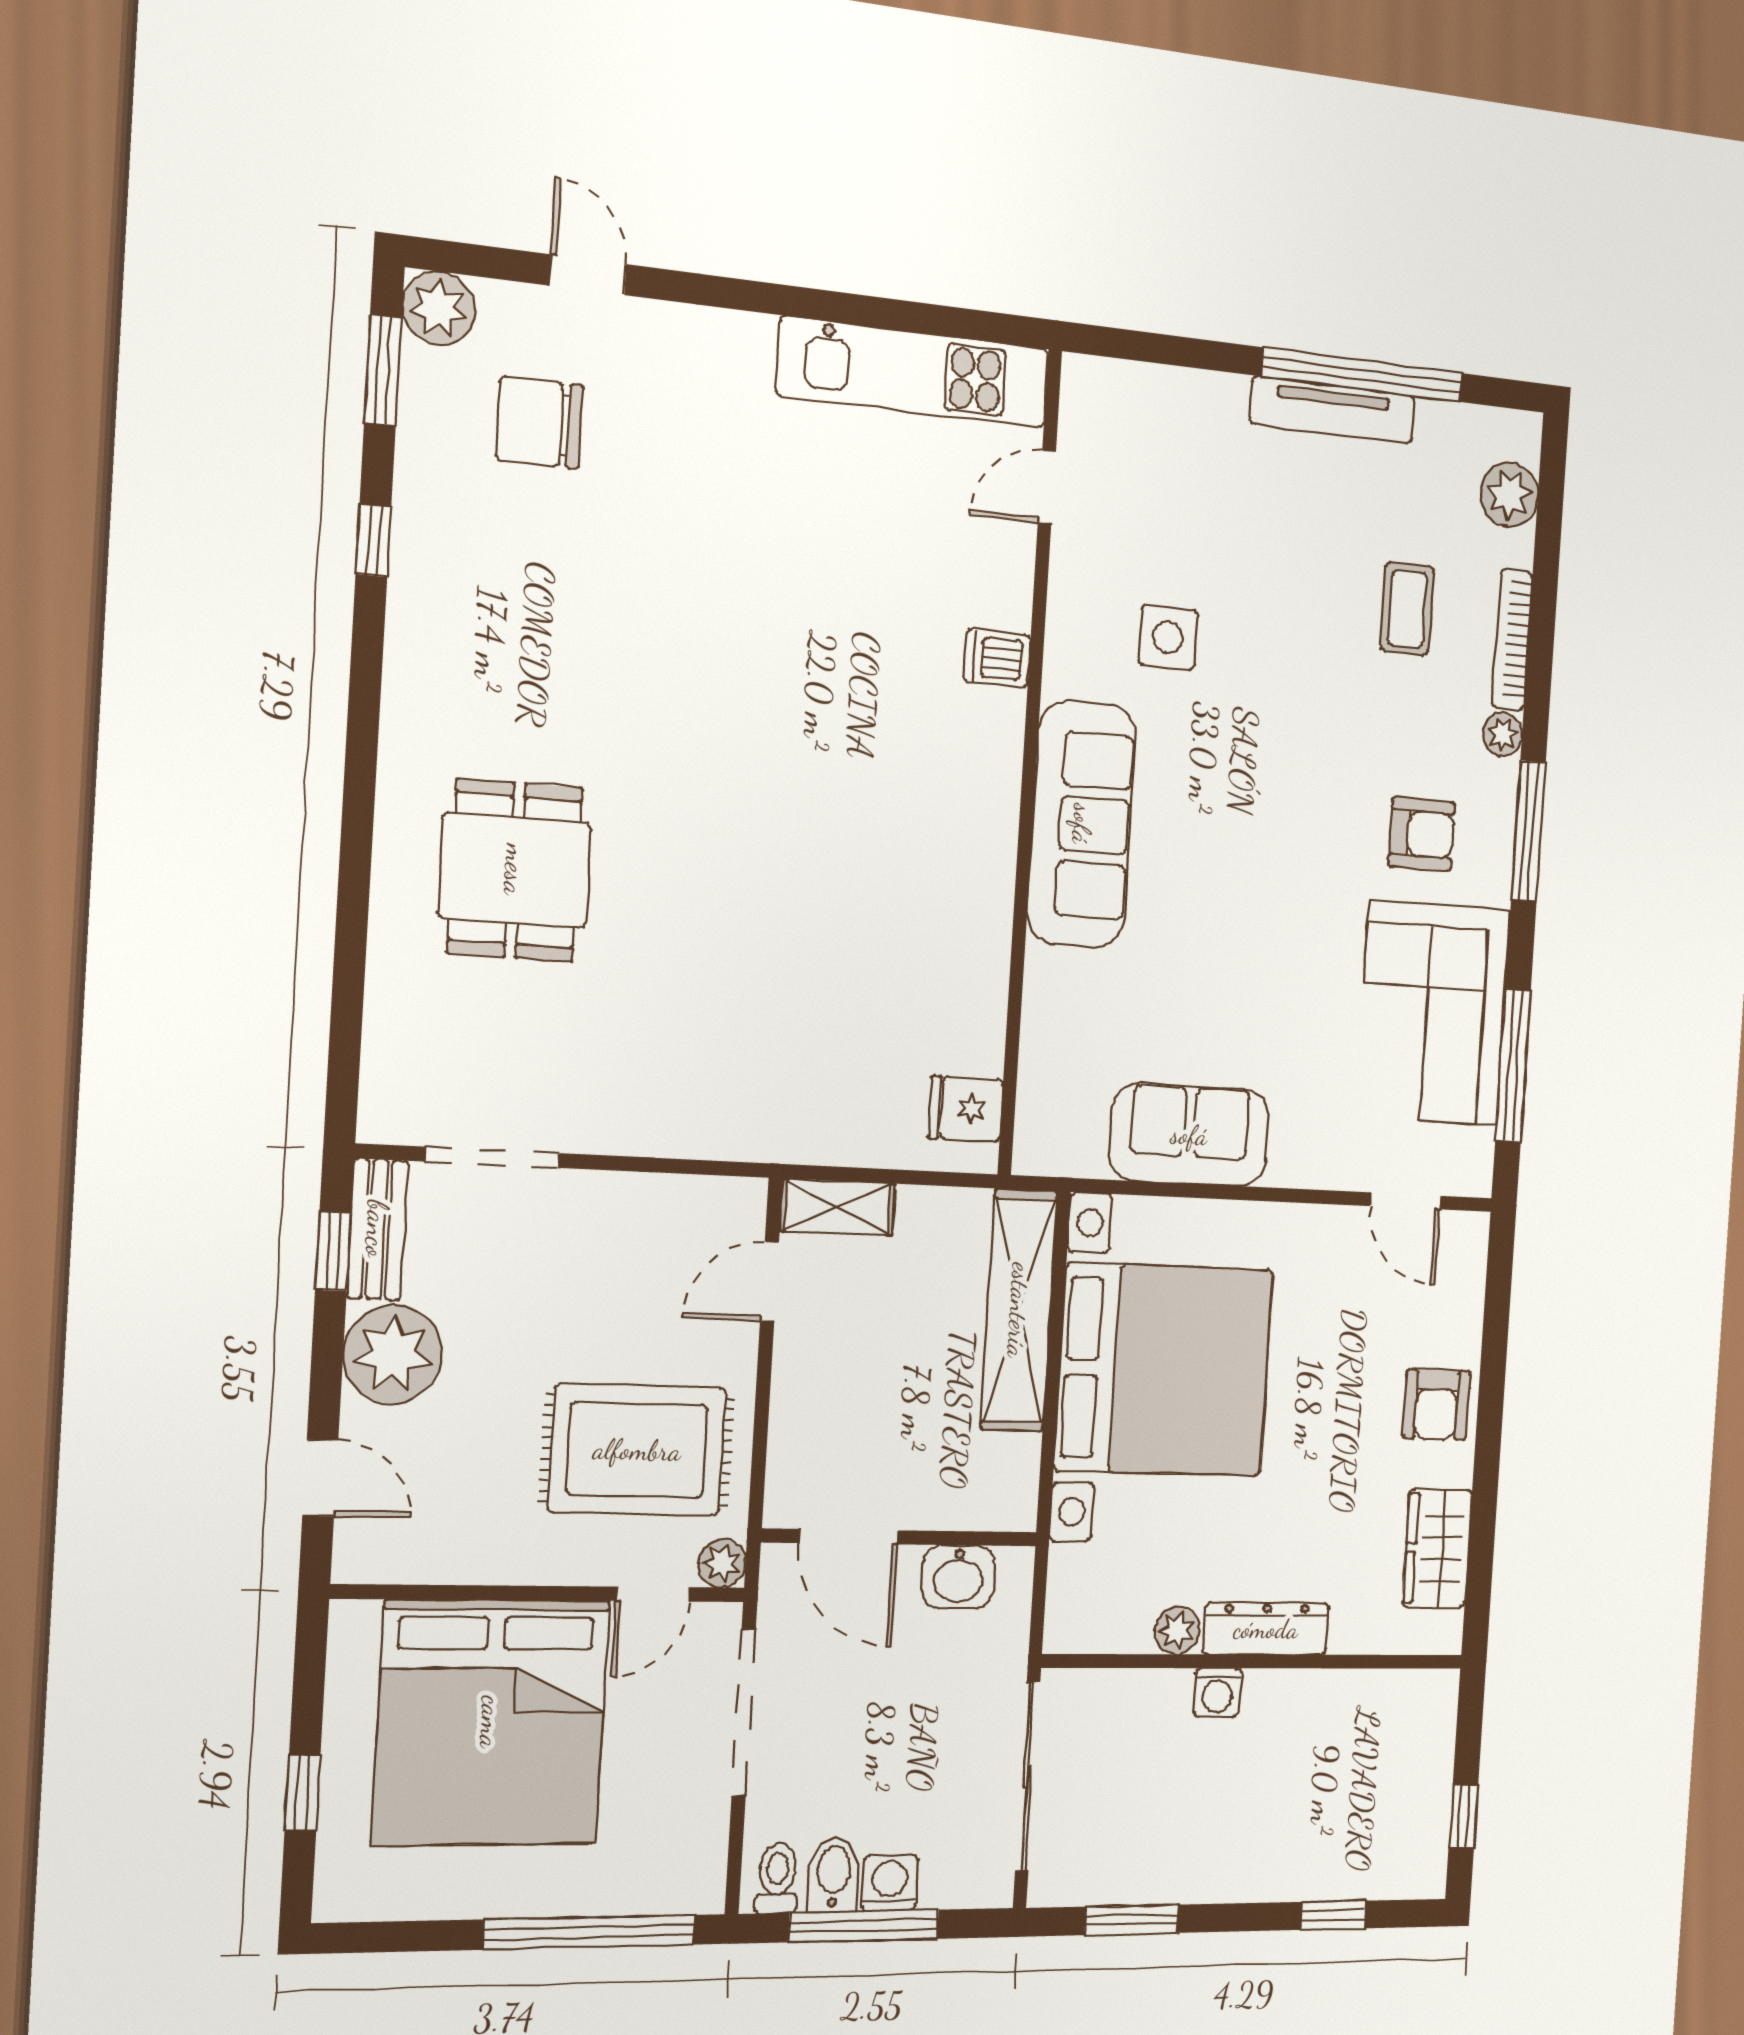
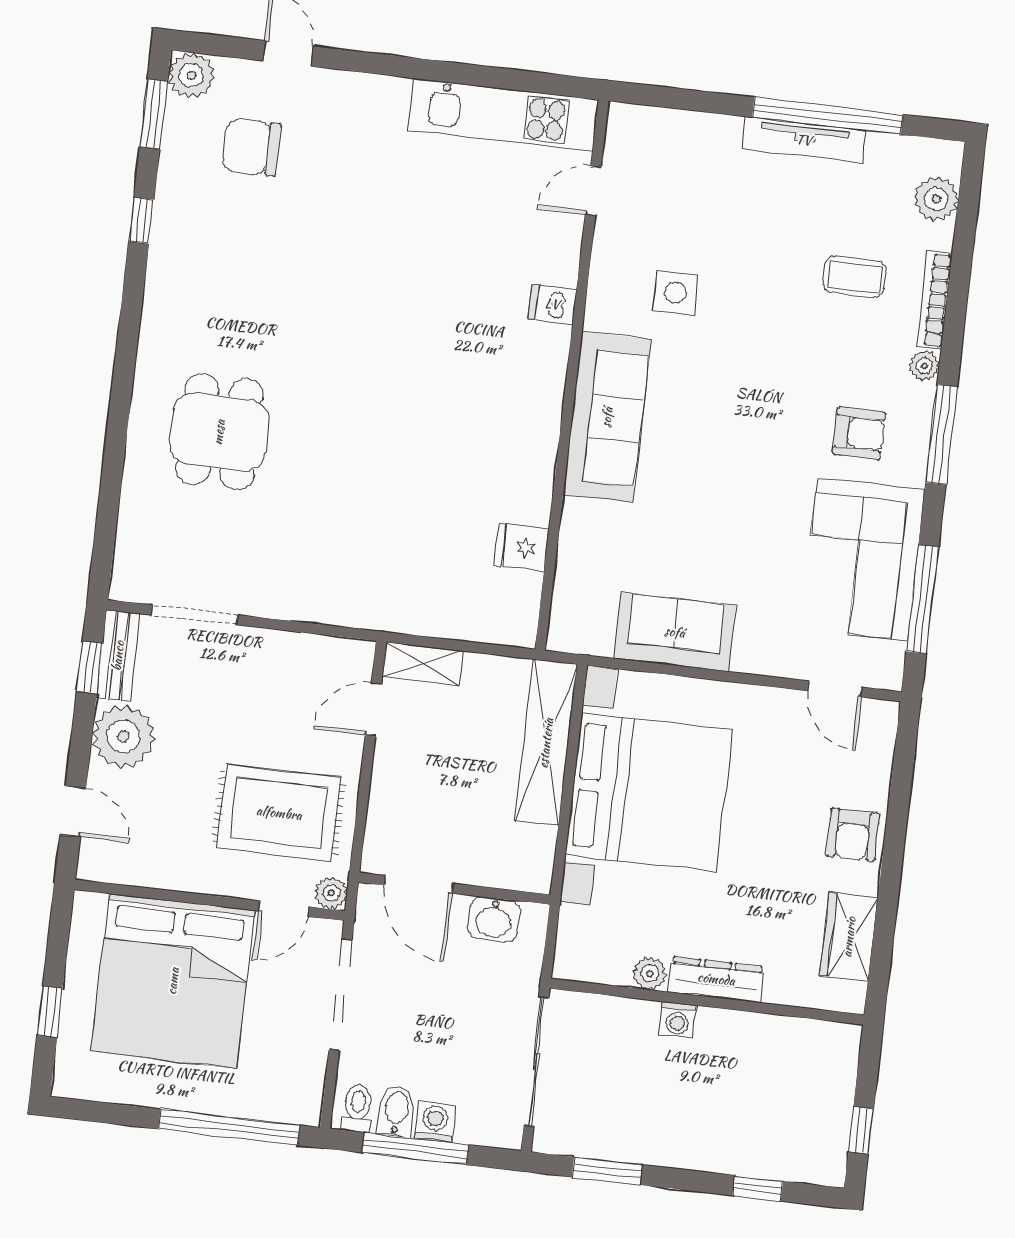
coffee table: (1407, 609) -> (854, 277), turned 90
fridge: (966, 1109) -> (522, 547), moved

